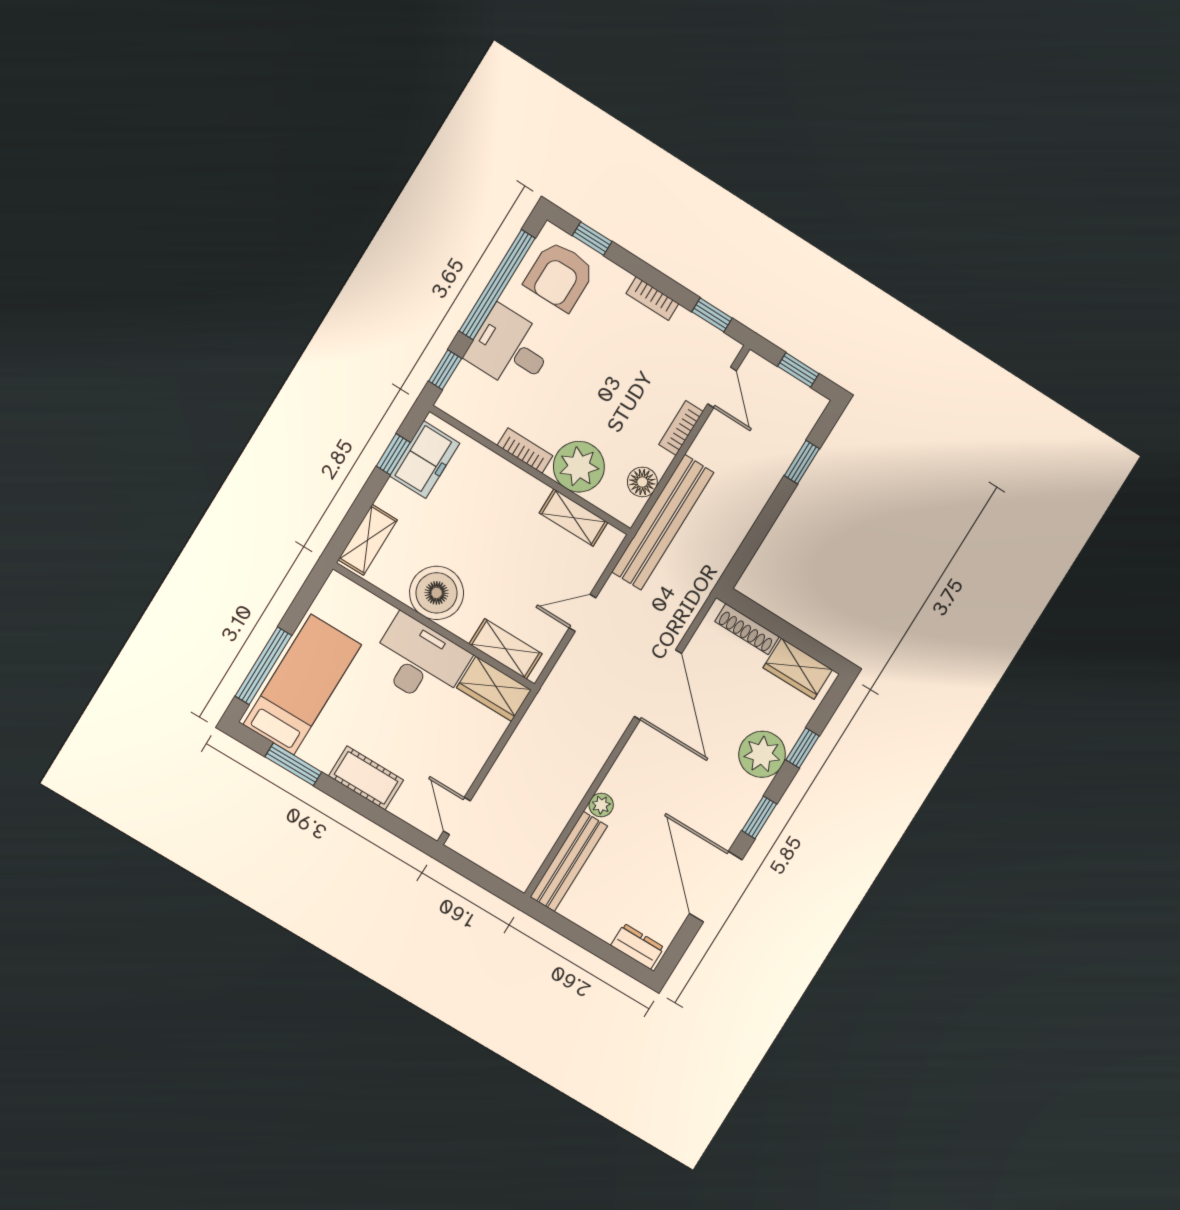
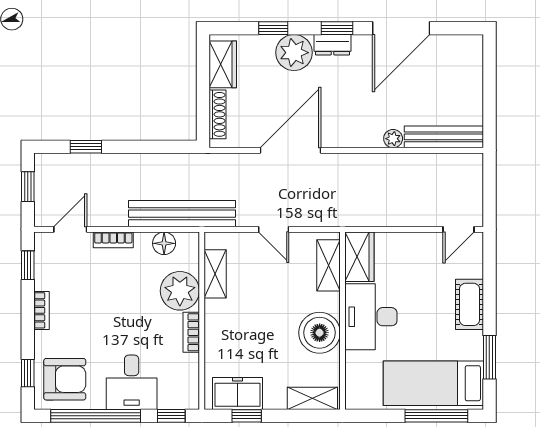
dresser: (637, 946) -> (333, 45), moved, turned -90

